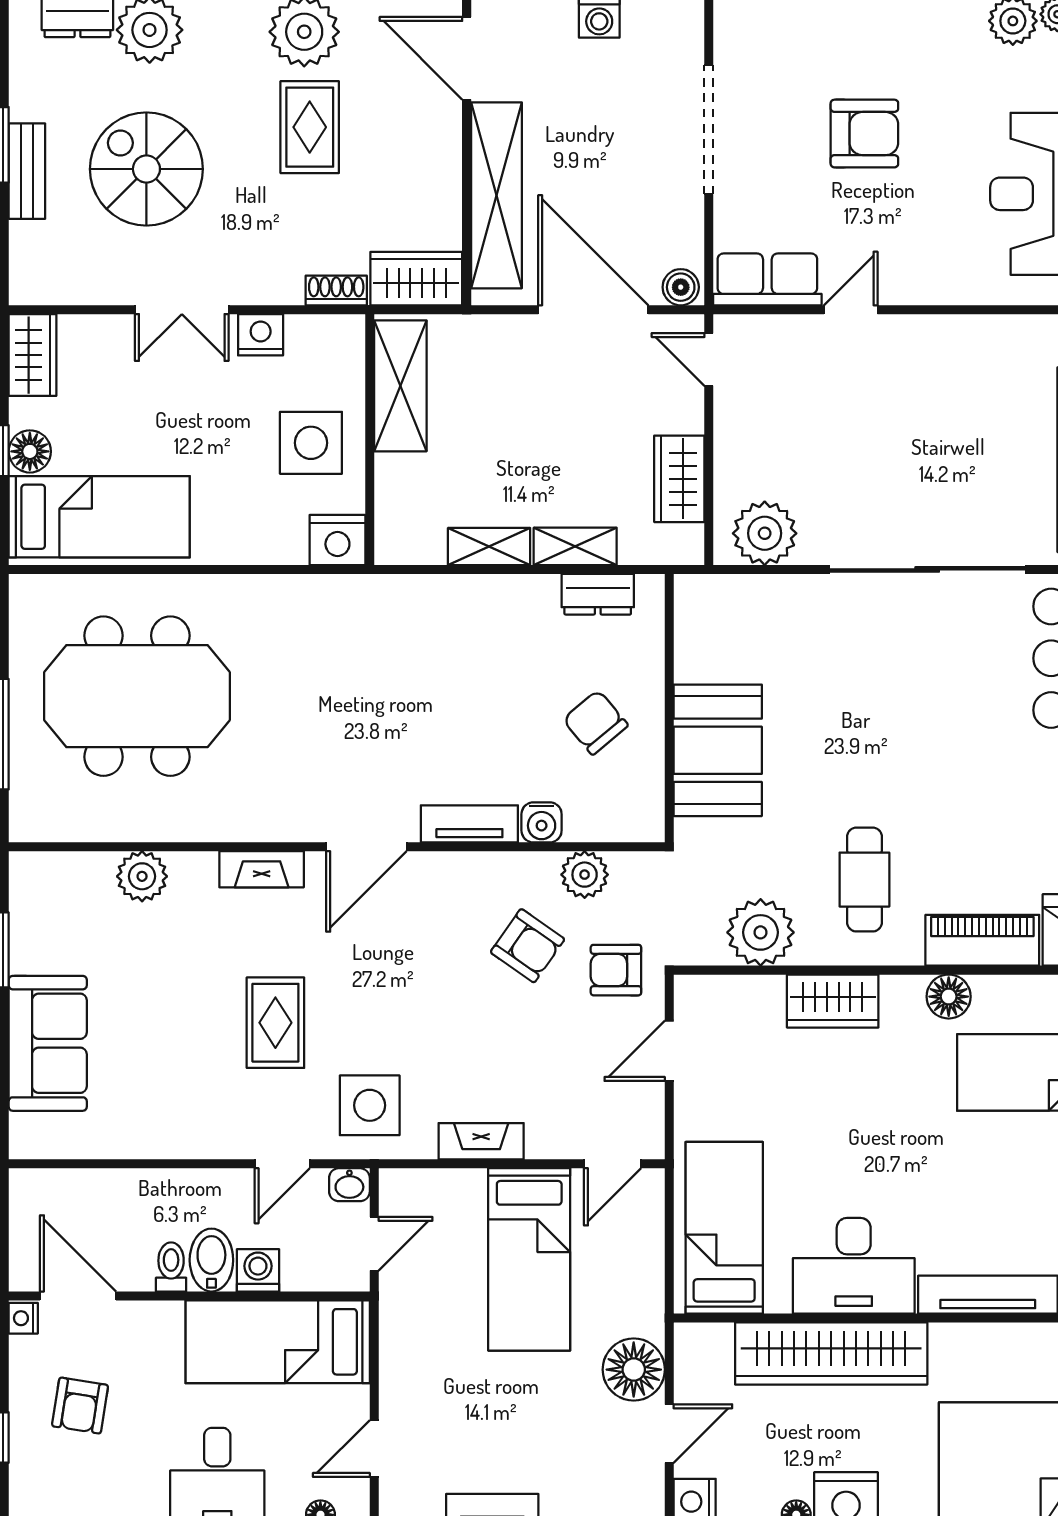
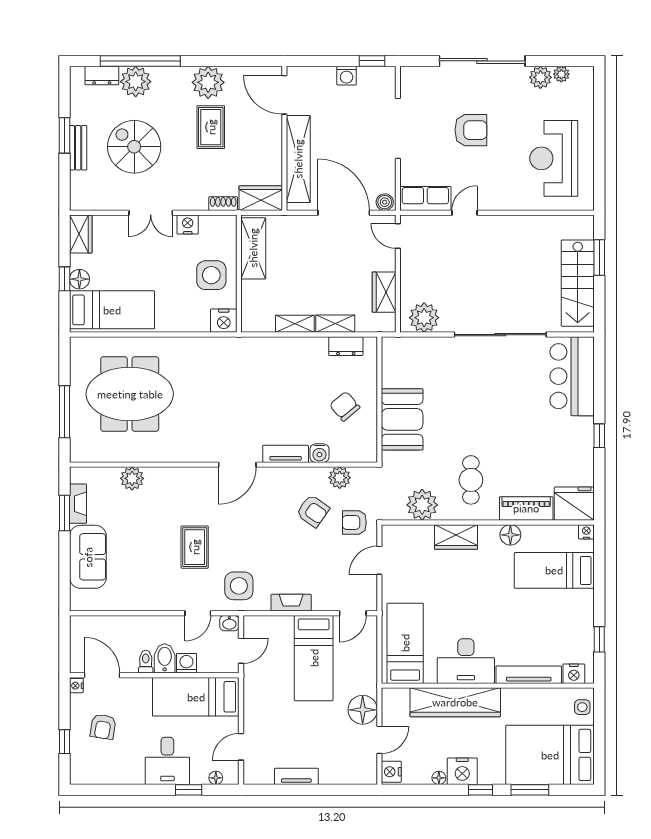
fireplace: (262, 869) -> (78, 504), moved, turned -90

